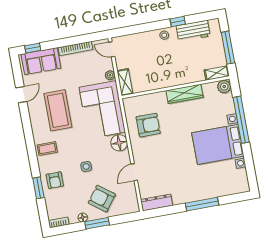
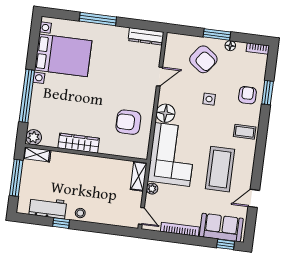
bed with nightstands: (218, 144) -> (63, 55), moved

